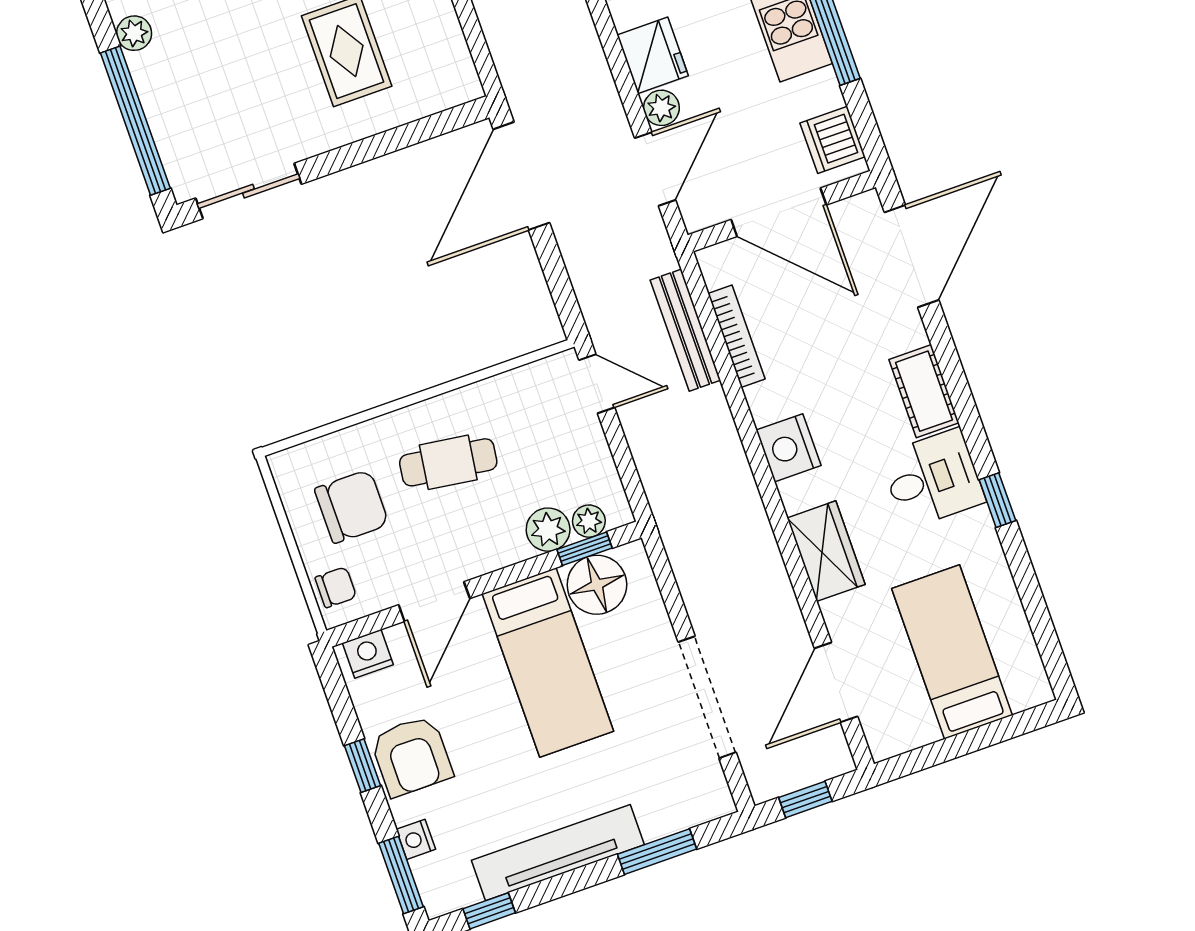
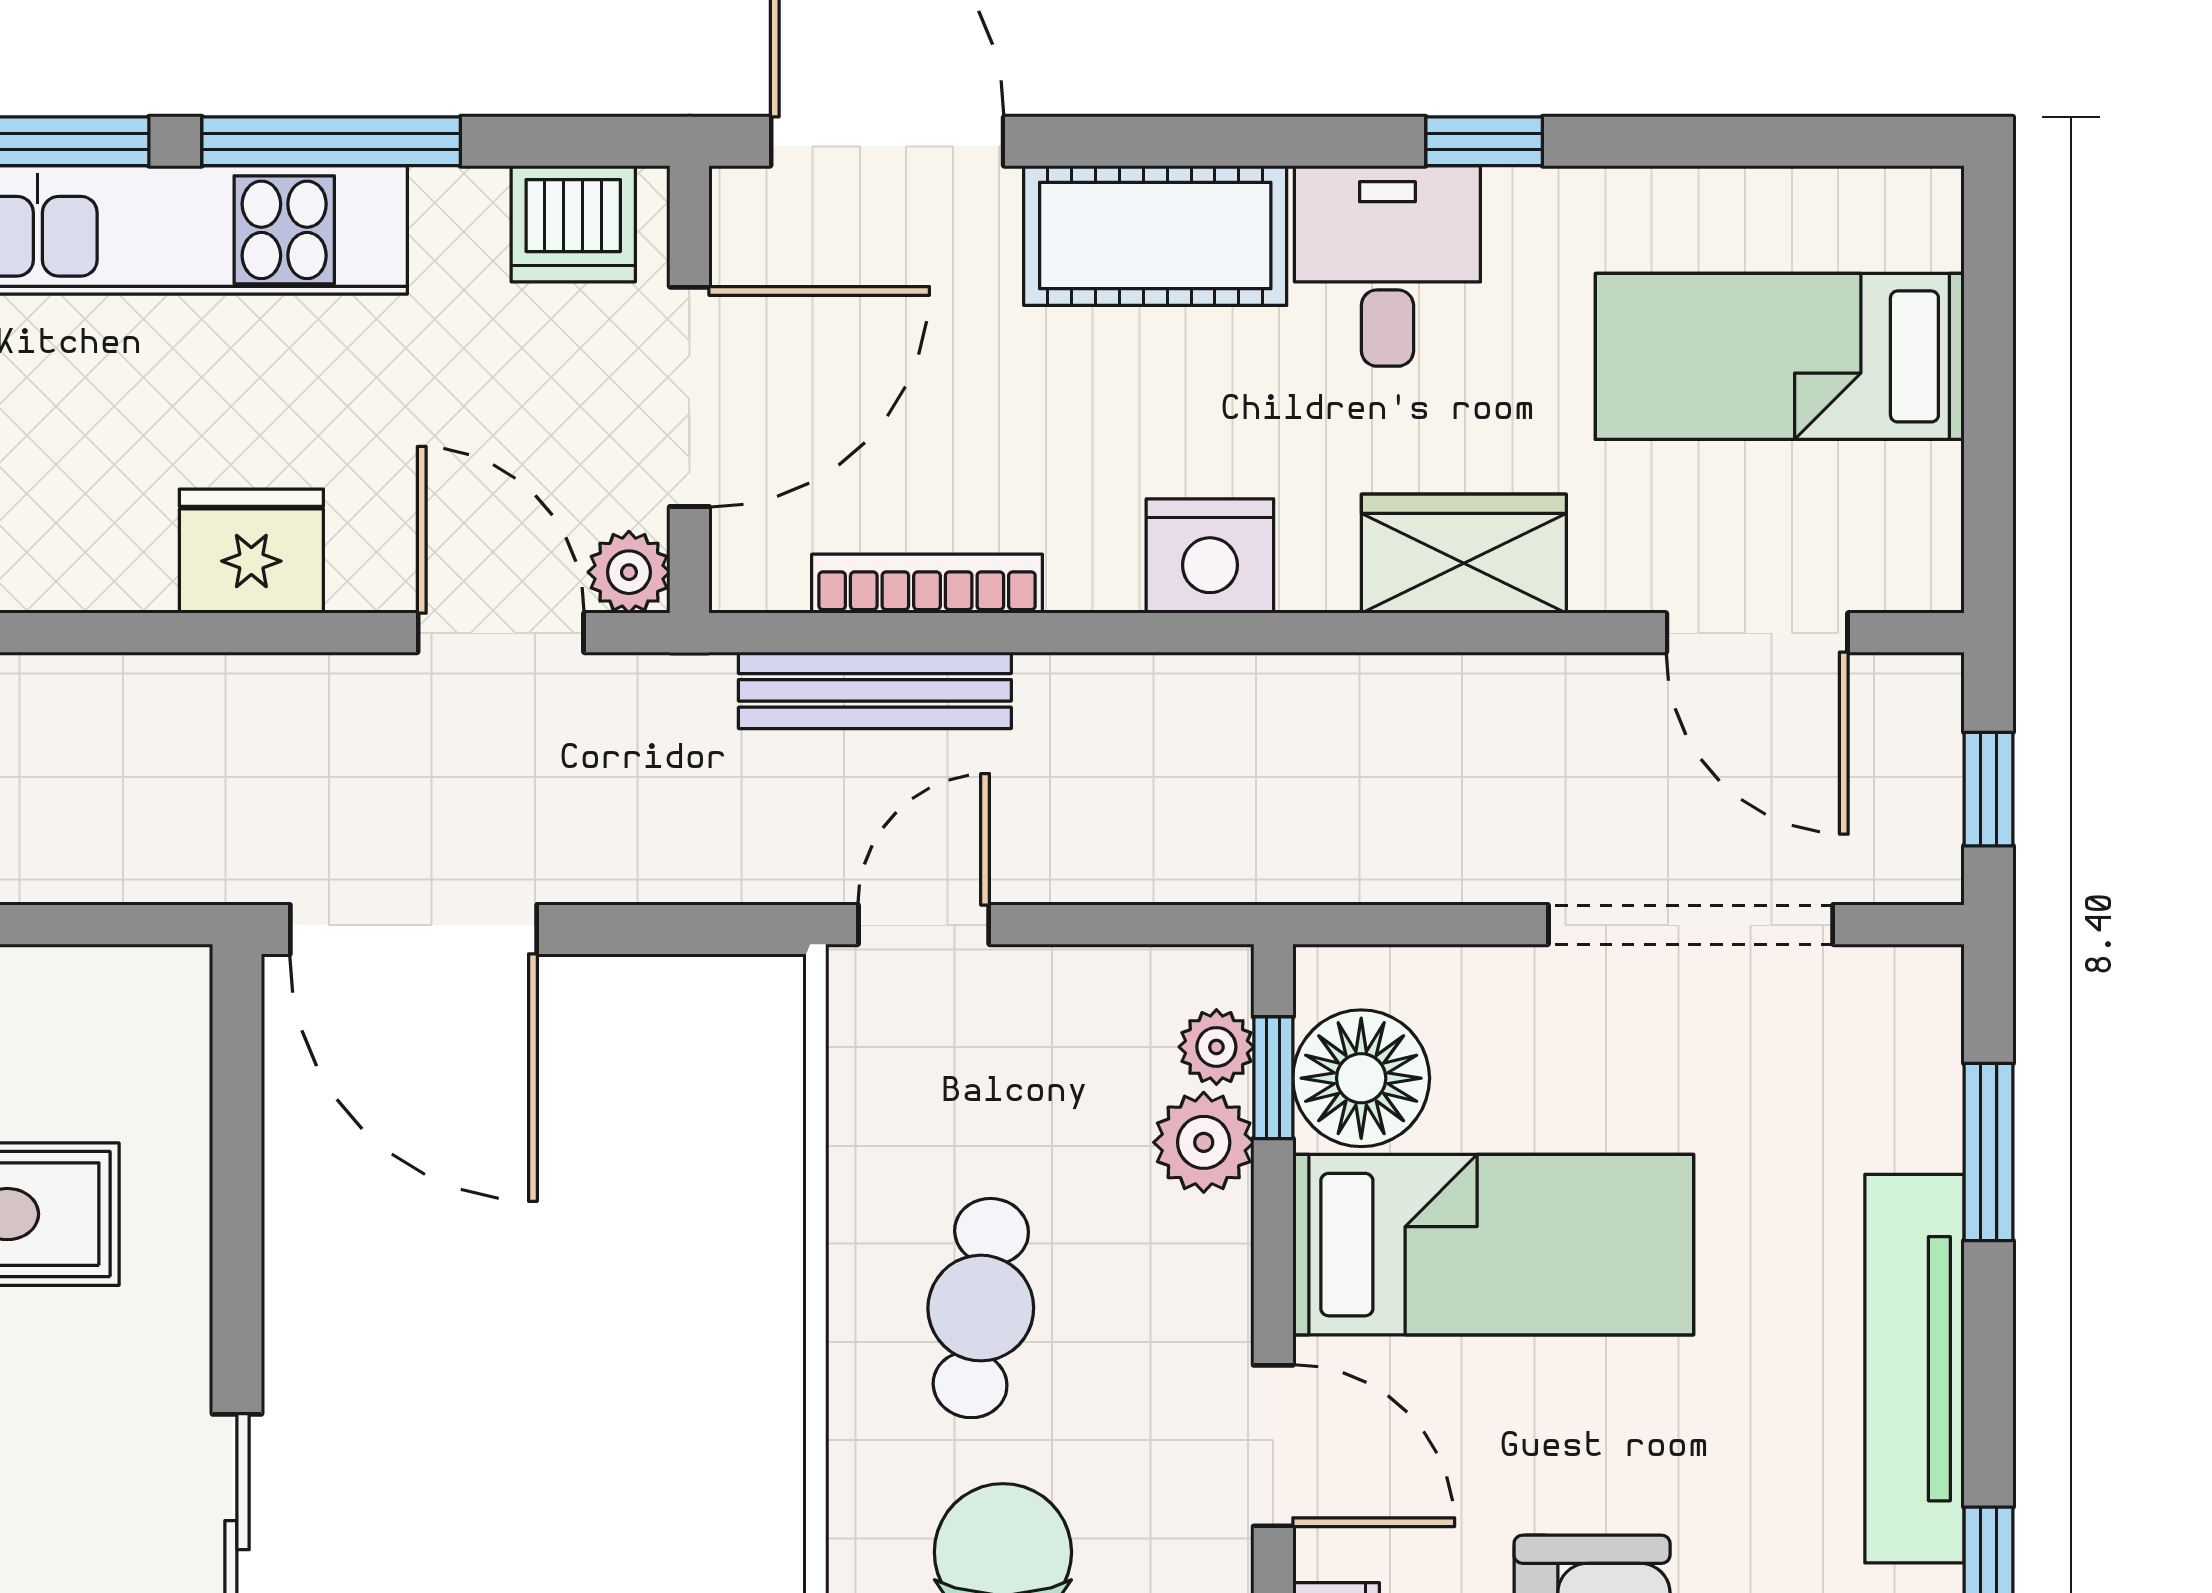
plant: (661, 108) -> (629, 572), moved
cot: (924, 391) -> (1155, 236), width x1.37, depth x1.34

